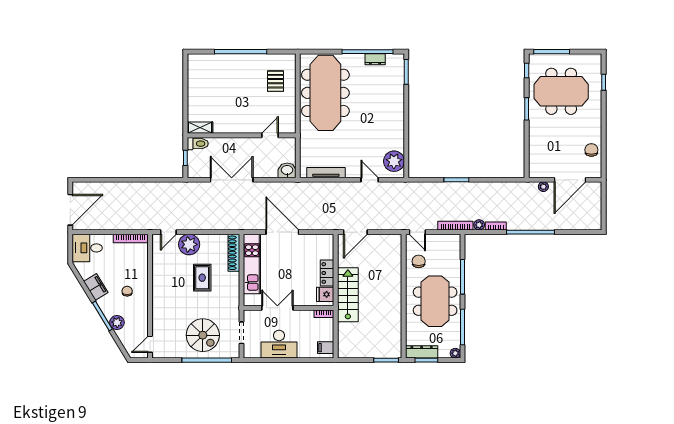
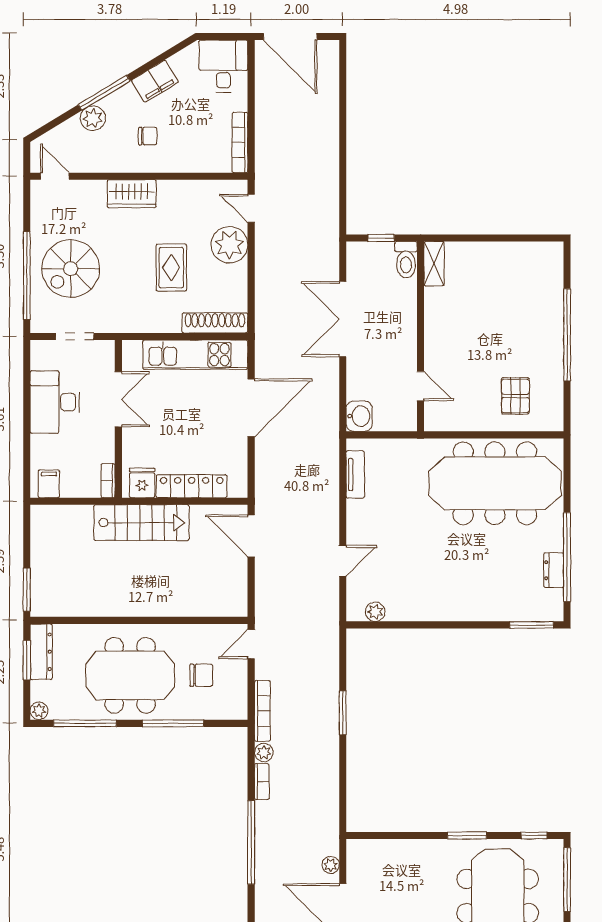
pallet: (275, 81) -> (515, 396), turned 90
plant: (394, 161) -> (375, 612), width x0.53, depth x0.53
tv unit: (326, 173) -> (355, 475), width x0.71
double door: (232, 180) -> (343, 319), swing flipped
chair: (419, 261) -> (201, 675), moved
locker: (327, 273) -> (192, 486), width x1.53
rug: (202, 278) -> (171, 268), turned 90
wardrobe: (160, 300) -> (132, 194), added

